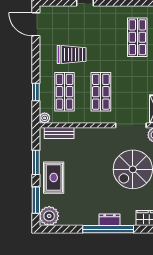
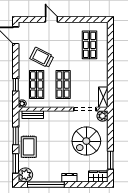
trolley: (72, 54) -> (42, 57), turned -153
window: (108, 229) -> (46, 185), moved

